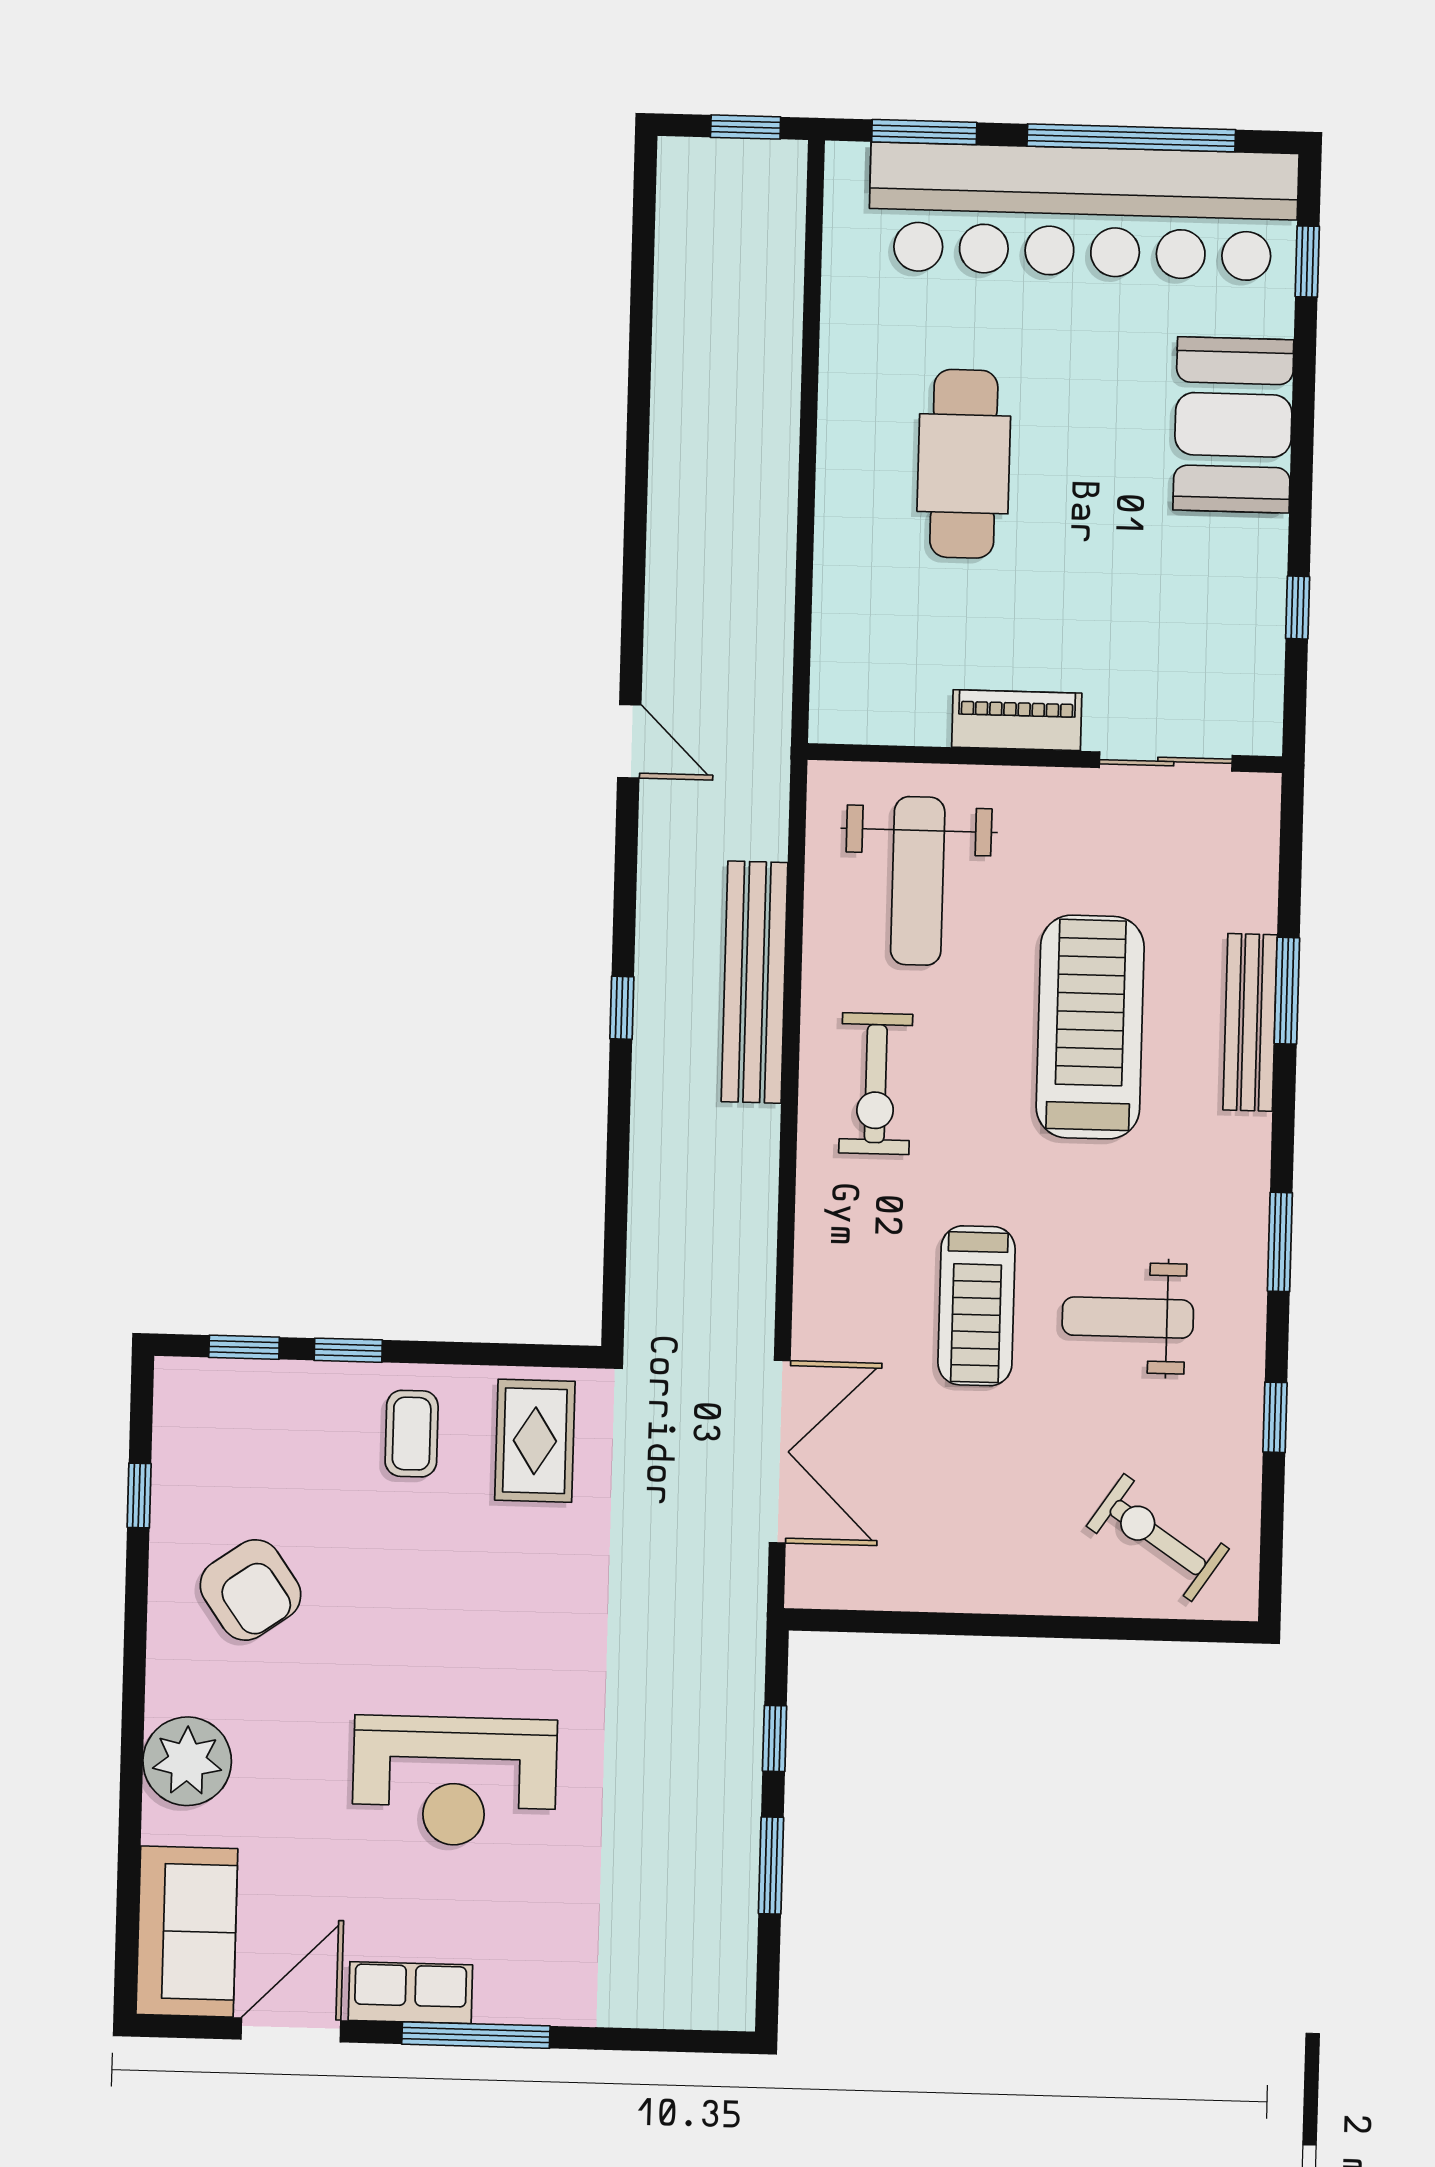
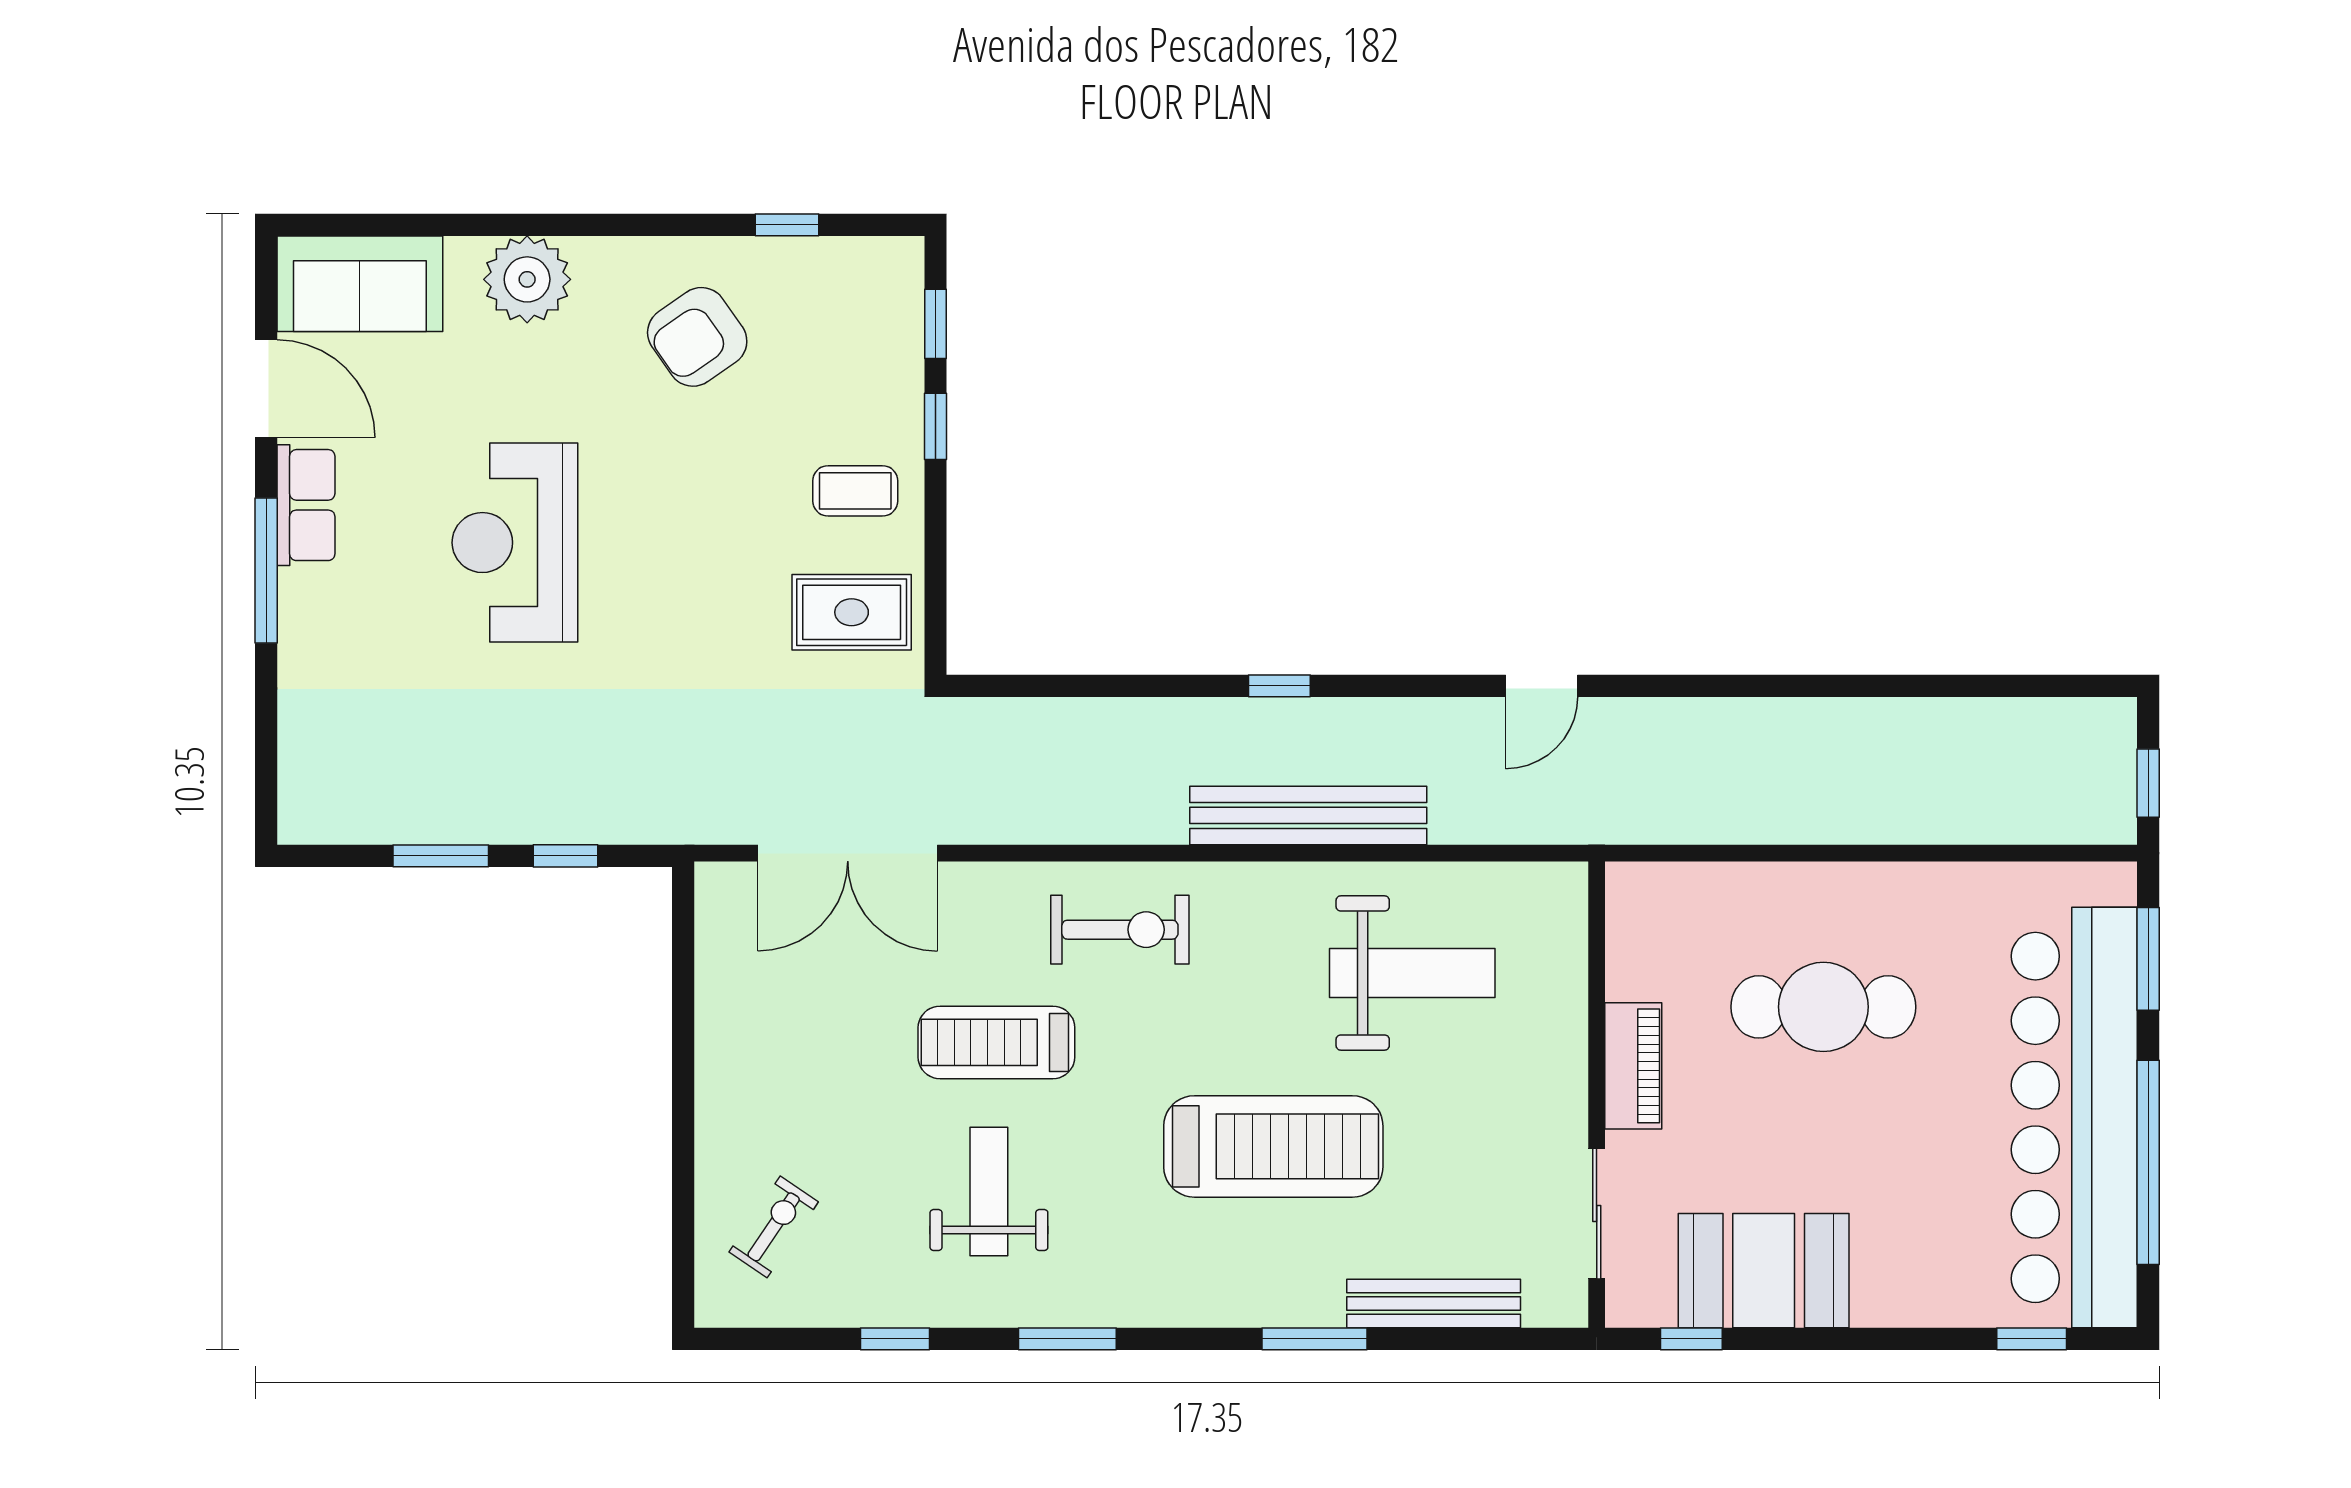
booth: (1233, 425) -> (1764, 1271), moved
piano: (1017, 720) -> (1633, 1066), moved
wall: (1045, 758) -> (1597, 1095), moved
sliding door: (1166, 762) -> (1597, 1214), moved
weight bench: (918, 881) -> (1412, 973), turned 180
bench: (1250, 1022) -> (1434, 1304), moved
exercise bike: (876, 1084) -> (1120, 930), moved, turned 180
exercise bike: (1158, 1538) -> (774, 1227), width x0.73, depth x0.72

